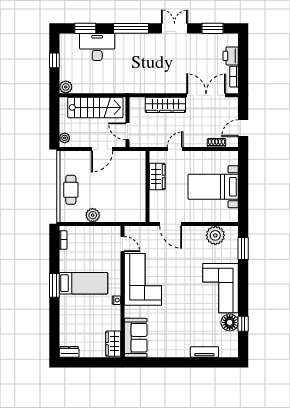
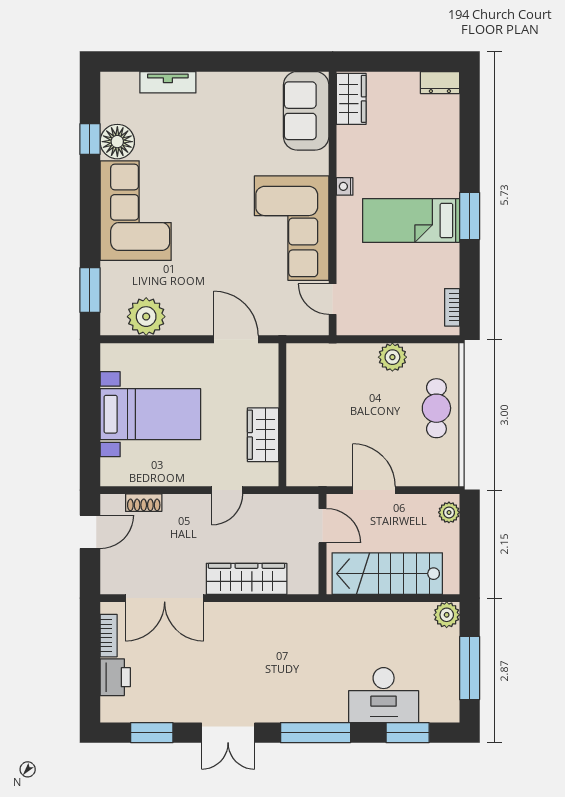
window: (54, 60) -> (470, 668), width x2.17
door: (102, 149) -> (374, 490), hinge flipped

